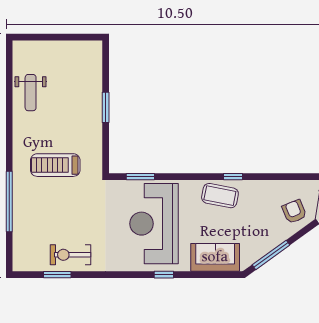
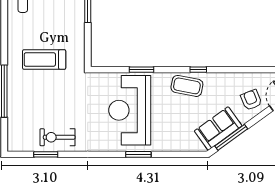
window: (140, 177) -> (141, 70), moved
sofa: (215, 257) -> (218, 128), moved, turned -36
window: (164, 275) -> (138, 154), width x1.50

